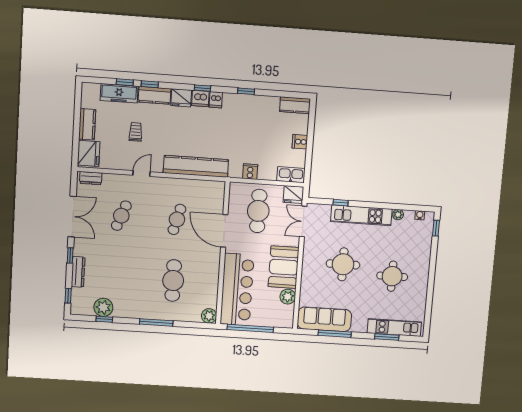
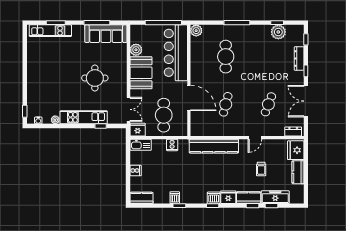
dishwasher: (216, 100) -> (175, 198), moved
round table: (392, 276) -> (56, 71), removed

